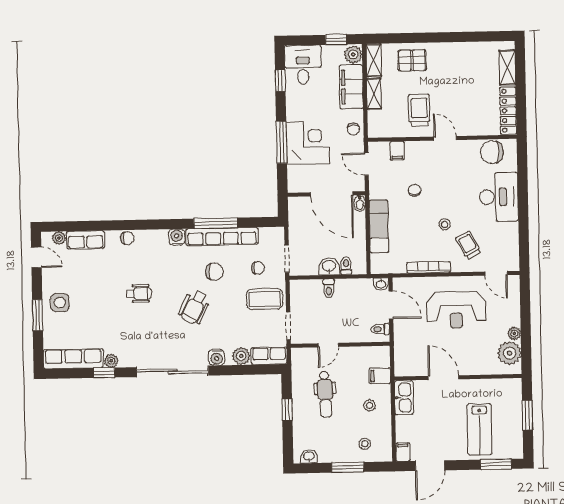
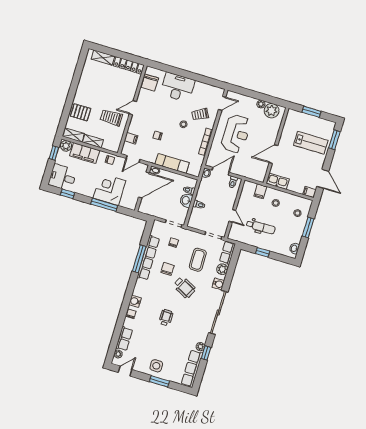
pallet: (412, 60) -> (81, 112), turned 90
water cooler: (177, 237) -> (135, 301), moved
coffee table: (265, 299) -> (198, 260), moved

